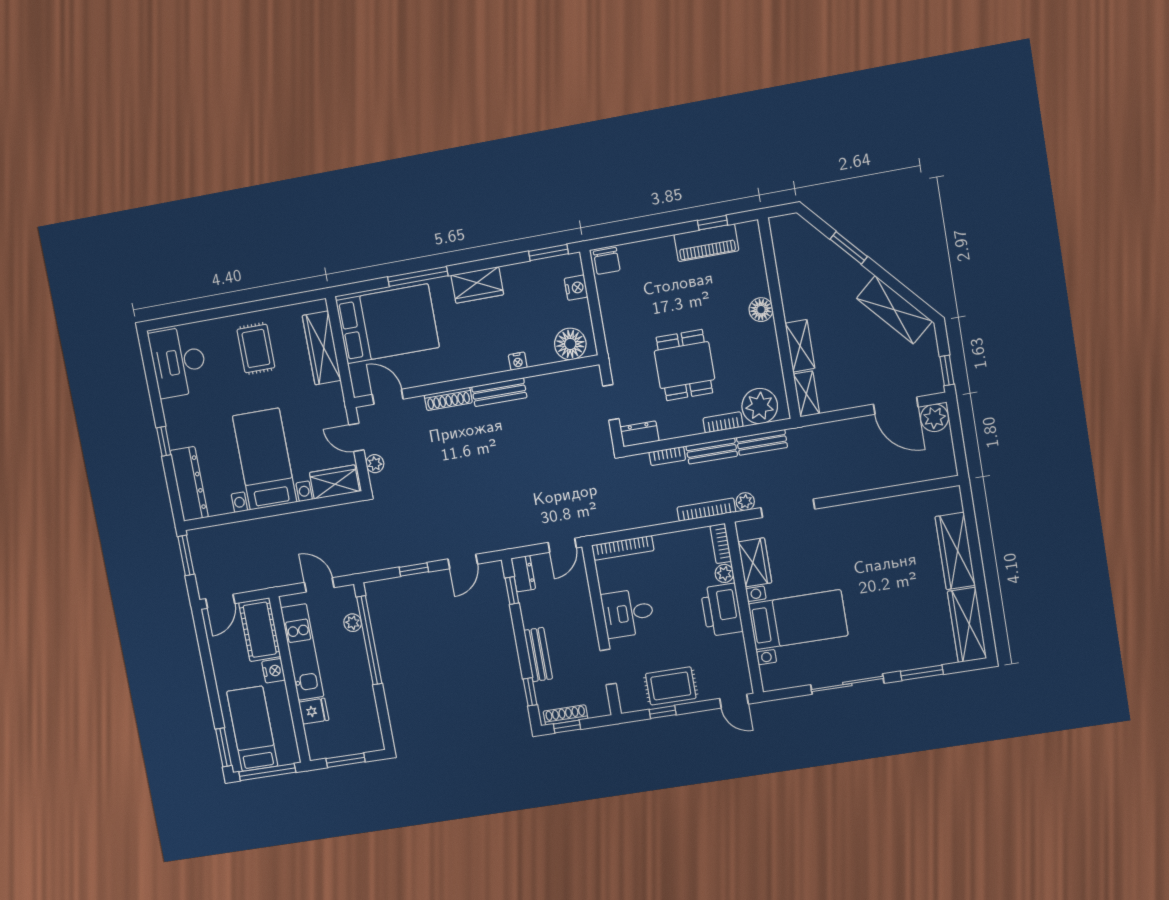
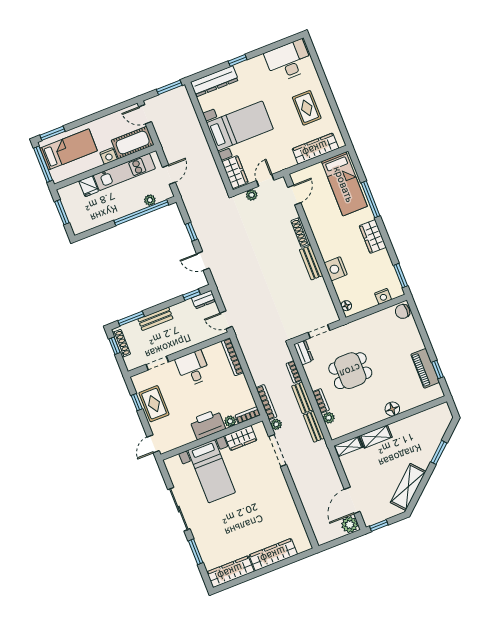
bed: (387, 324) -> (344, 184), width x0.67
floor lamp: (570, 344) -> (346, 306), width x0.53, depth x0.53
rug: (256, 349) -> (307, 108), turned 90
nightstand: (518, 361) -> (336, 269), width x1.89, depth x1.79
plant: (760, 406) -> (329, 418), width x0.53, depth x0.53
window: (530, 692) -> (131, 319), width x1.50

